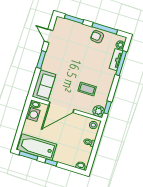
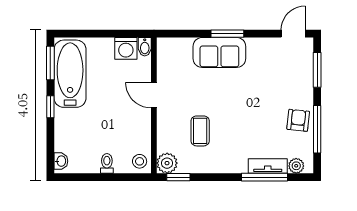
door: (48, 36) -> (293, 34), moved
sofa: (44, 86) -> (219, 52), moved
door: (61, 107) -> (154, 95), width x0.53

